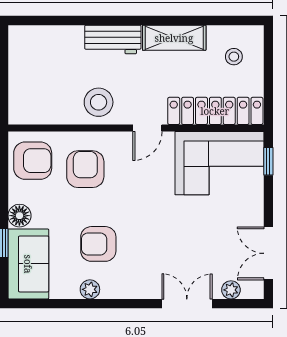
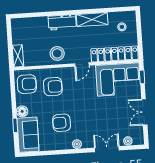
shelving: (18, 102) -> (18, 56), added
armchair: (85, 169) -> (53, 87), turned 90
double door: (268, 253) -> (144, 112), moved
plant: (90, 289) -> (77, 144), moved

